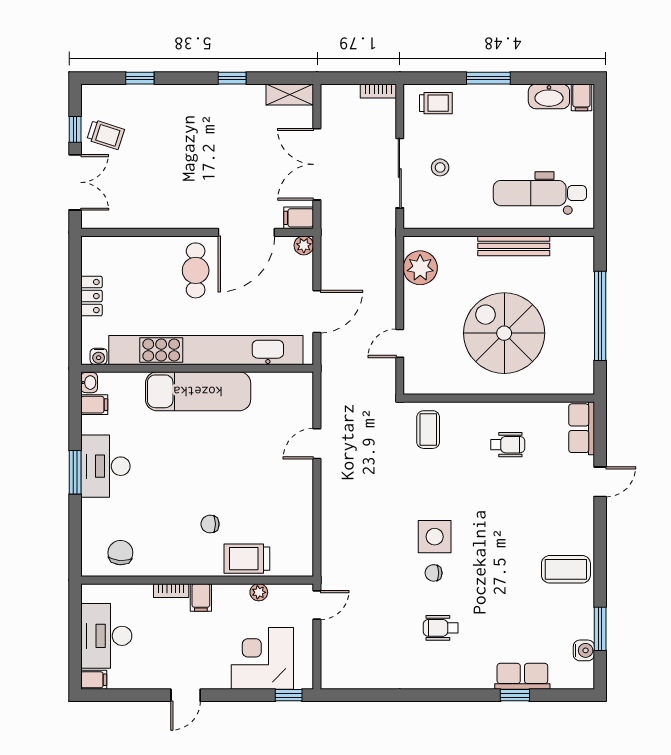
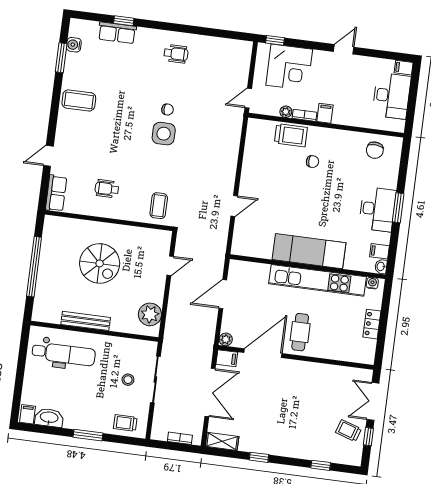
bookcase: (378, 91) -> (180, 438), moved
spiral stairs: (504, 333) -> (100, 263), width x0.73, depth x0.73
kitchen unit: (206, 350) -> (317, 280), width x0.73
bookcase: (171, 591) -> (304, 115), moved
wheelchair: (441, 628) -> (176, 54), moved

